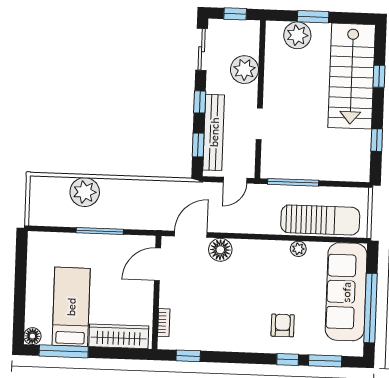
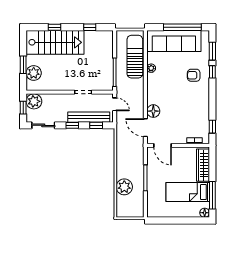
plant: (244, 70) -> (34, 101), moved

